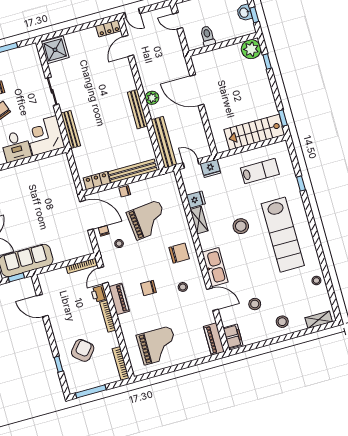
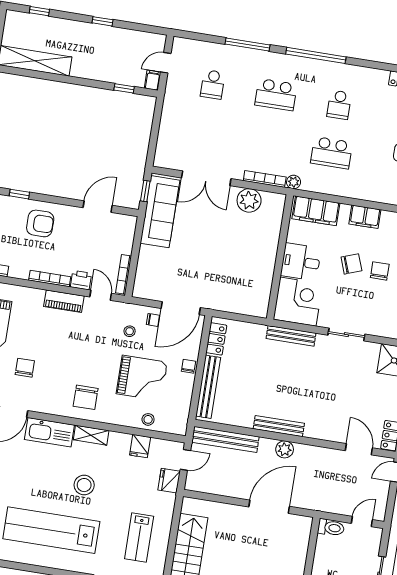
toilet: (208, 36) -> (331, 528), moved
grand piano: (148, 220) -> (142, 378), turned -84
shelving: (199, 220) -> (91, 435), moved
stool: (183, 287) -> (148, 419), moved
chair: (148, 288) -> (25, 368), moved
armchair: (83, 350) -> (40, 223), moved, turned -40

